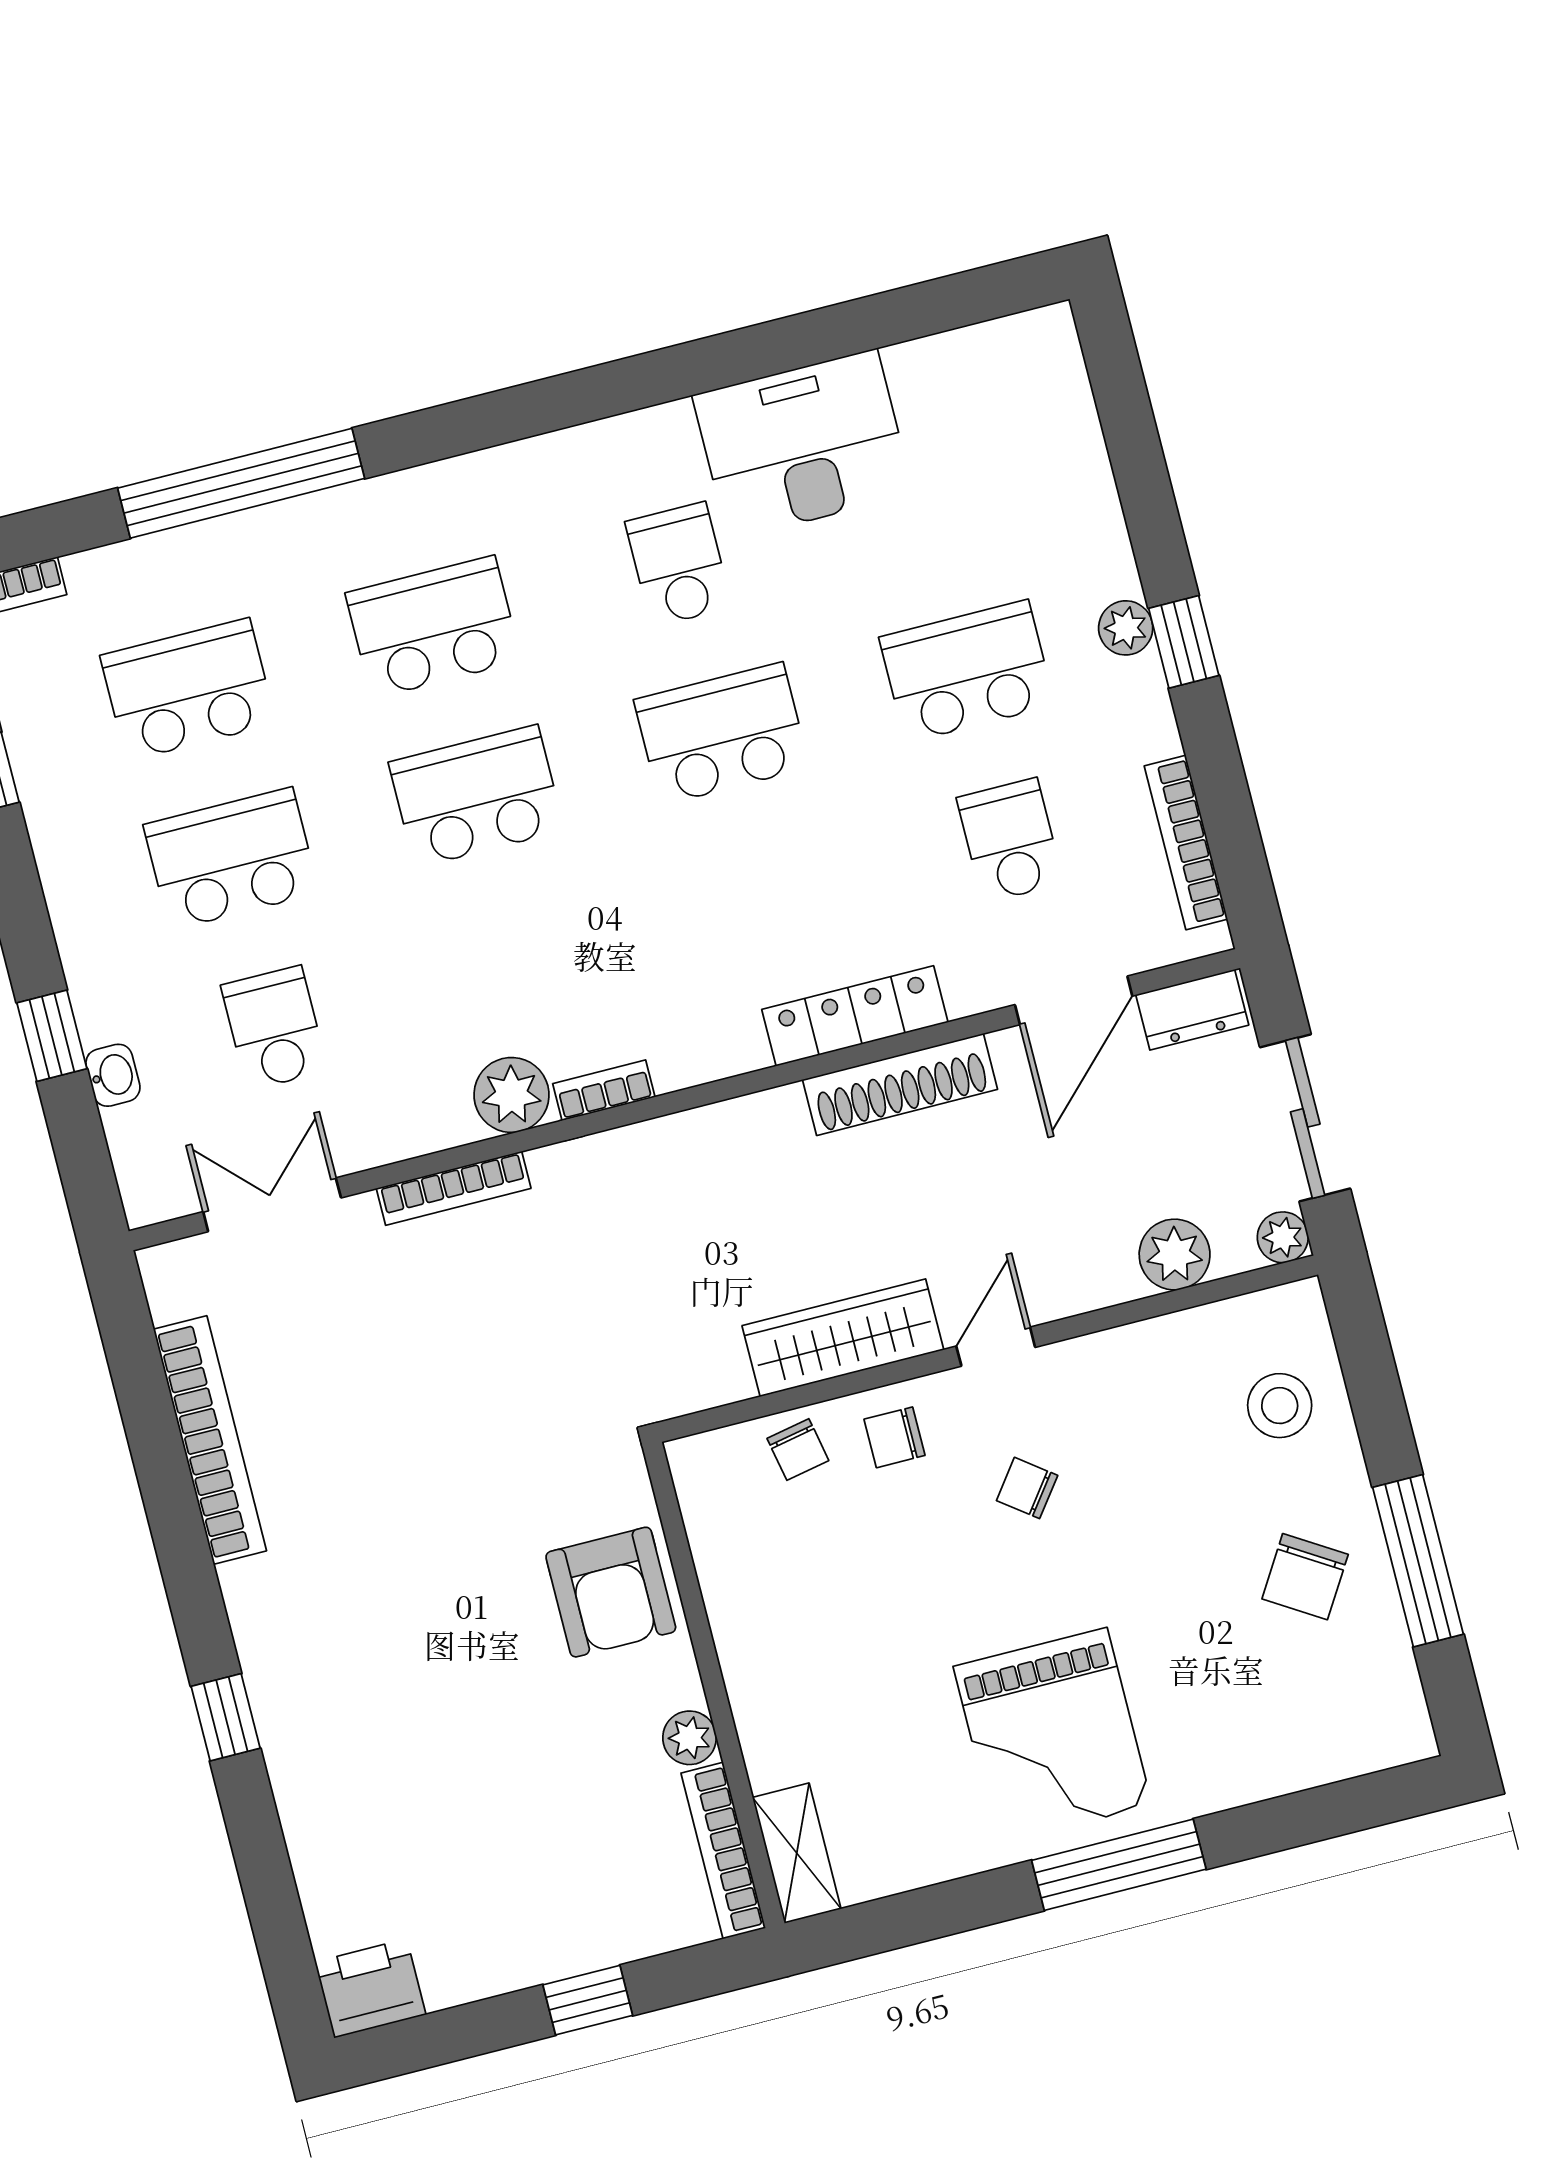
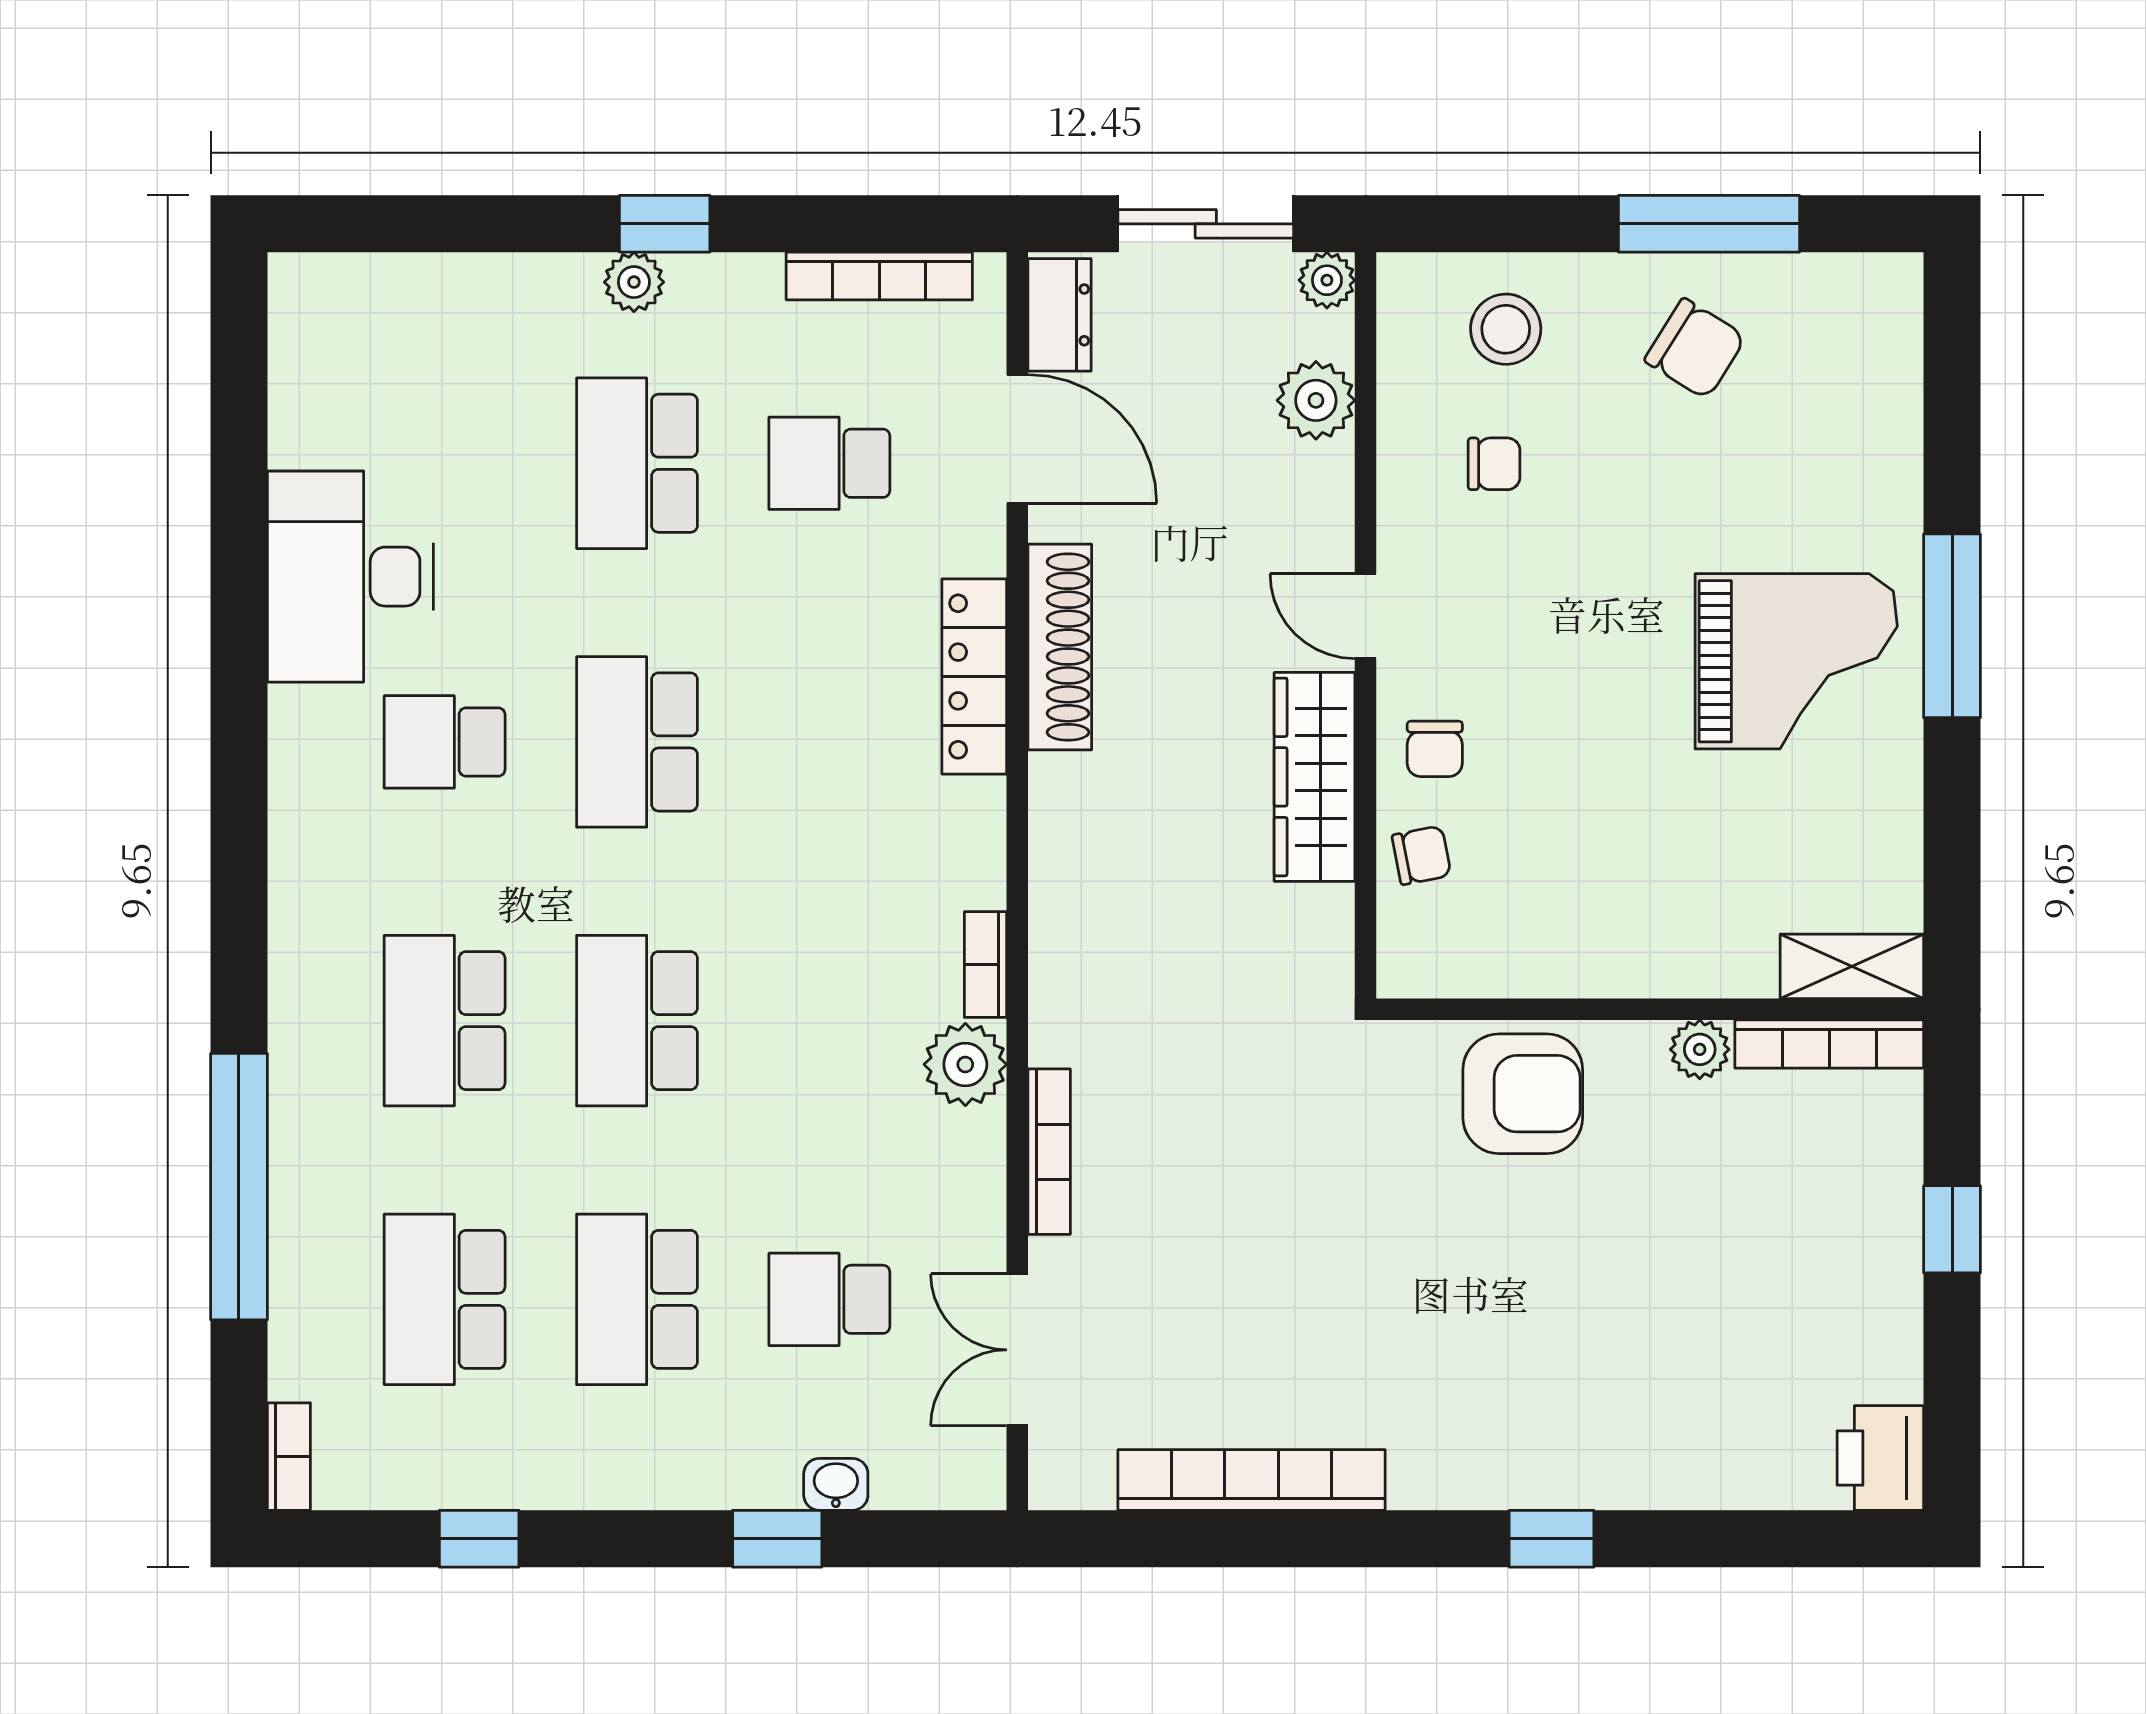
chair: (1027, 1488) -> (1494, 464), moved, turned -127

